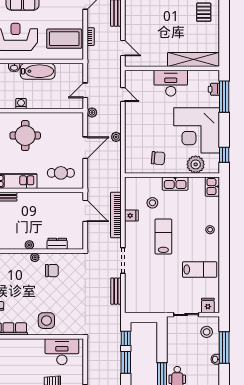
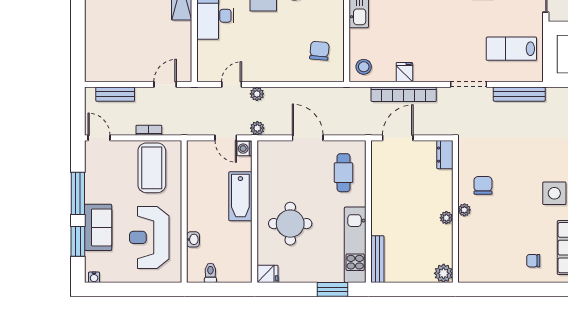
bathtub: (38, 71) -> (240, 196), moved, turned 180
washing machine: (21, 104) -> (245, 149), moved
plant: (116, 137) -> (257, 94), moved
chair: (158, 158) -> (319, 51), moved
stool: (152, 203) -> (364, 67), moved
lab bench: (163, 236) -> (511, 49), moved
dresser: (57, 244) -> (445, 155), moved
bench: (116, 291) -> (519, 94), width x1.36

